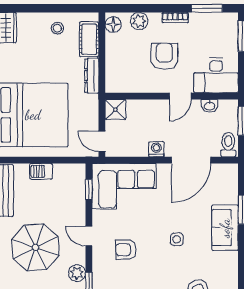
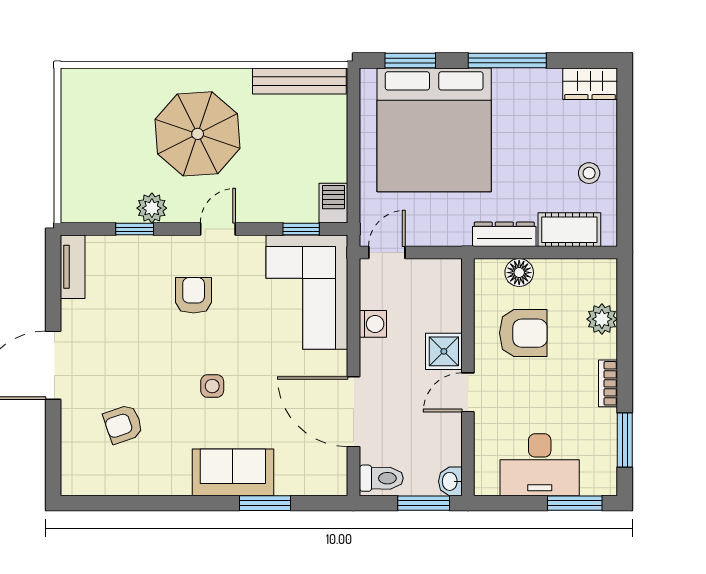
floor lamp: (113, 25) -> (519, 273), moved
armchair: (164, 56) -> (523, 333), moved
desk: (216, 75) -> (540, 465), moved, turned -90
door: (180, 96) -> (468, 392), hinge flipped
washbasin: (210, 106) -> (450, 481), moved
shower: (115, 110) -> (444, 351), moved
washing machine: (156, 149) -> (373, 324), moved
barbecue: (41, 171) -> (333, 203), moved

